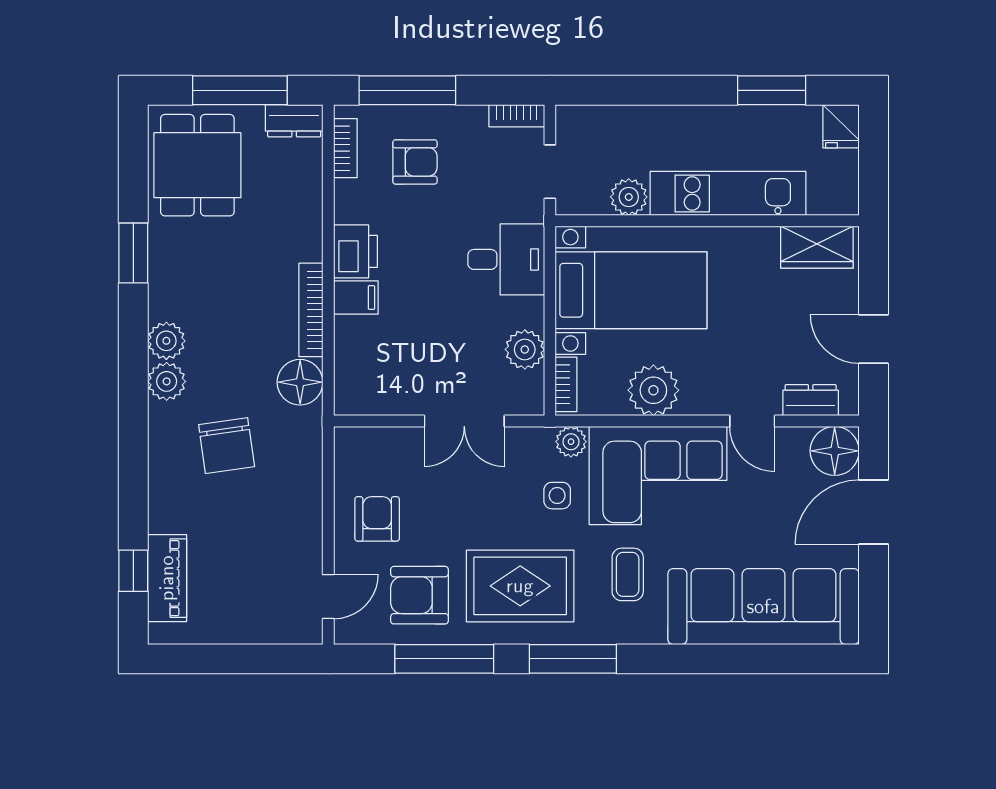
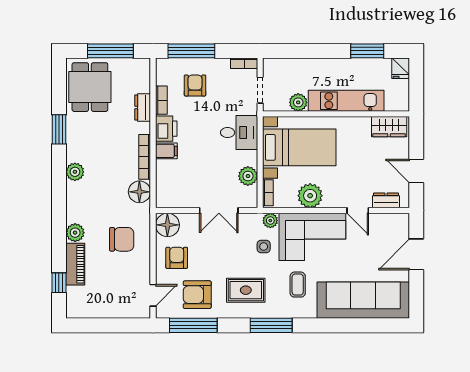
dresser: (294, 121) -> (143, 108), moved, turned 90
bookcase: (345, 148) -> (161, 100), moved
armchair: (415, 162) -> (195, 85), turned -90
plant: (167, 381) -> (75, 233), moved
chair: (227, 446) -> (122, 239), moved, turned -82
floor lamp: (835, 451) -> (167, 225), moved
piano: (167, 578) -> (75, 264), moved
rug: (520, 586) -> (246, 290), width x0.73, depth x0.70
window: (444, 659) -> (193, 325), moved

